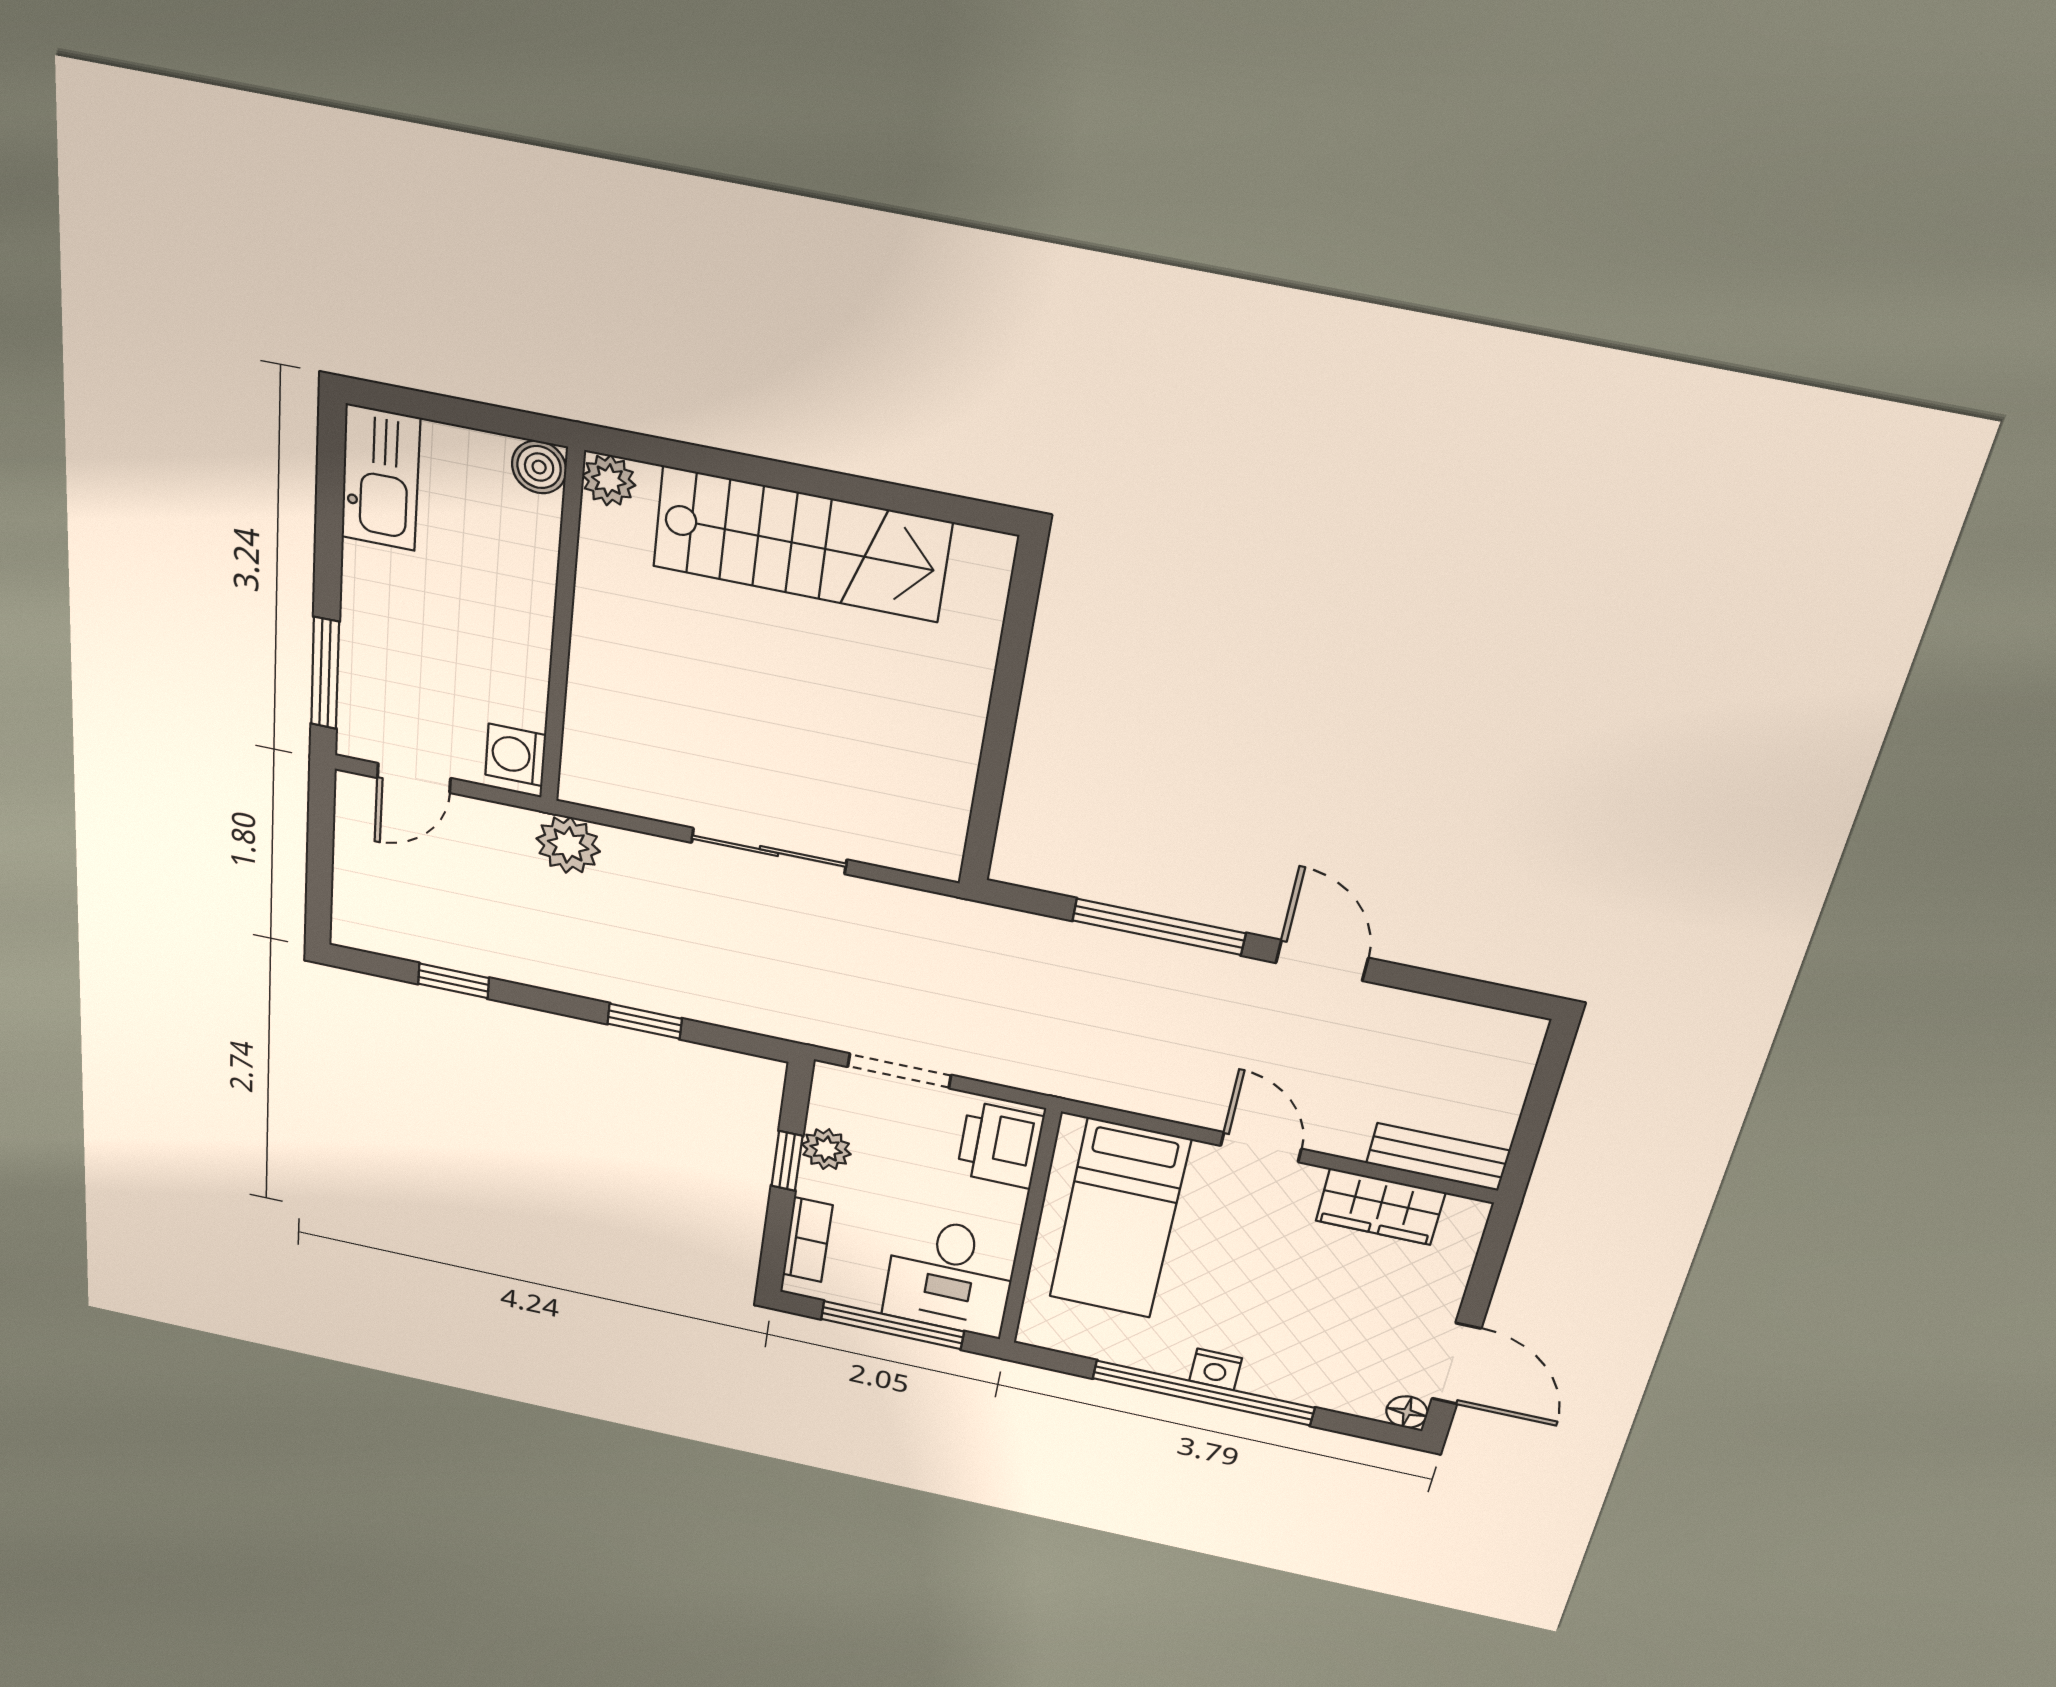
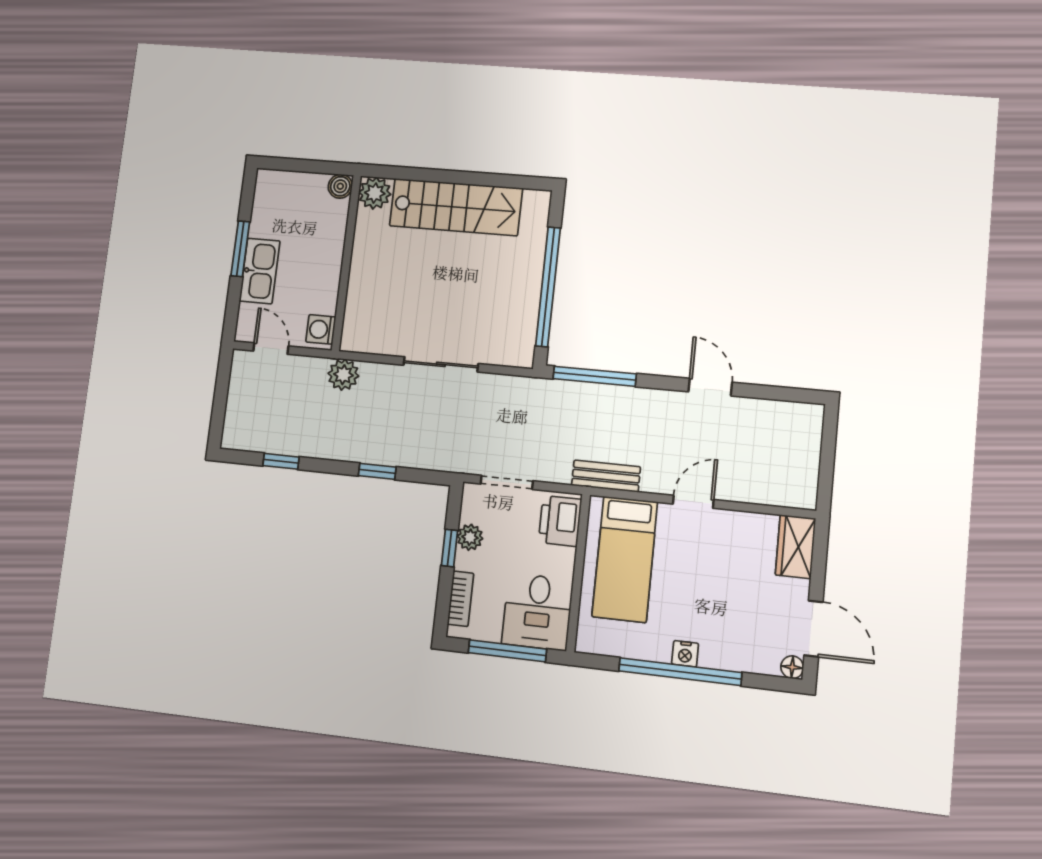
kitchen sink: (381, 478) -> (260, 271), moved
plant: (609, 480) -> (375, 193), width x1.38, depth x1.38
window: (325, 673) -> (240, 249), moved
window: (999, 732) -> (548, 287), added
door: (414, 778) -> (271, 348), swing flipped
window: (1159, 927) -> (595, 376), moved
door: (1261, 1147) -> (693, 502), hinge flipped
bench: (1438, 1157) -> (606, 476), moved
wardrobe: (1380, 1207) -> (796, 547), moved, turned 90

